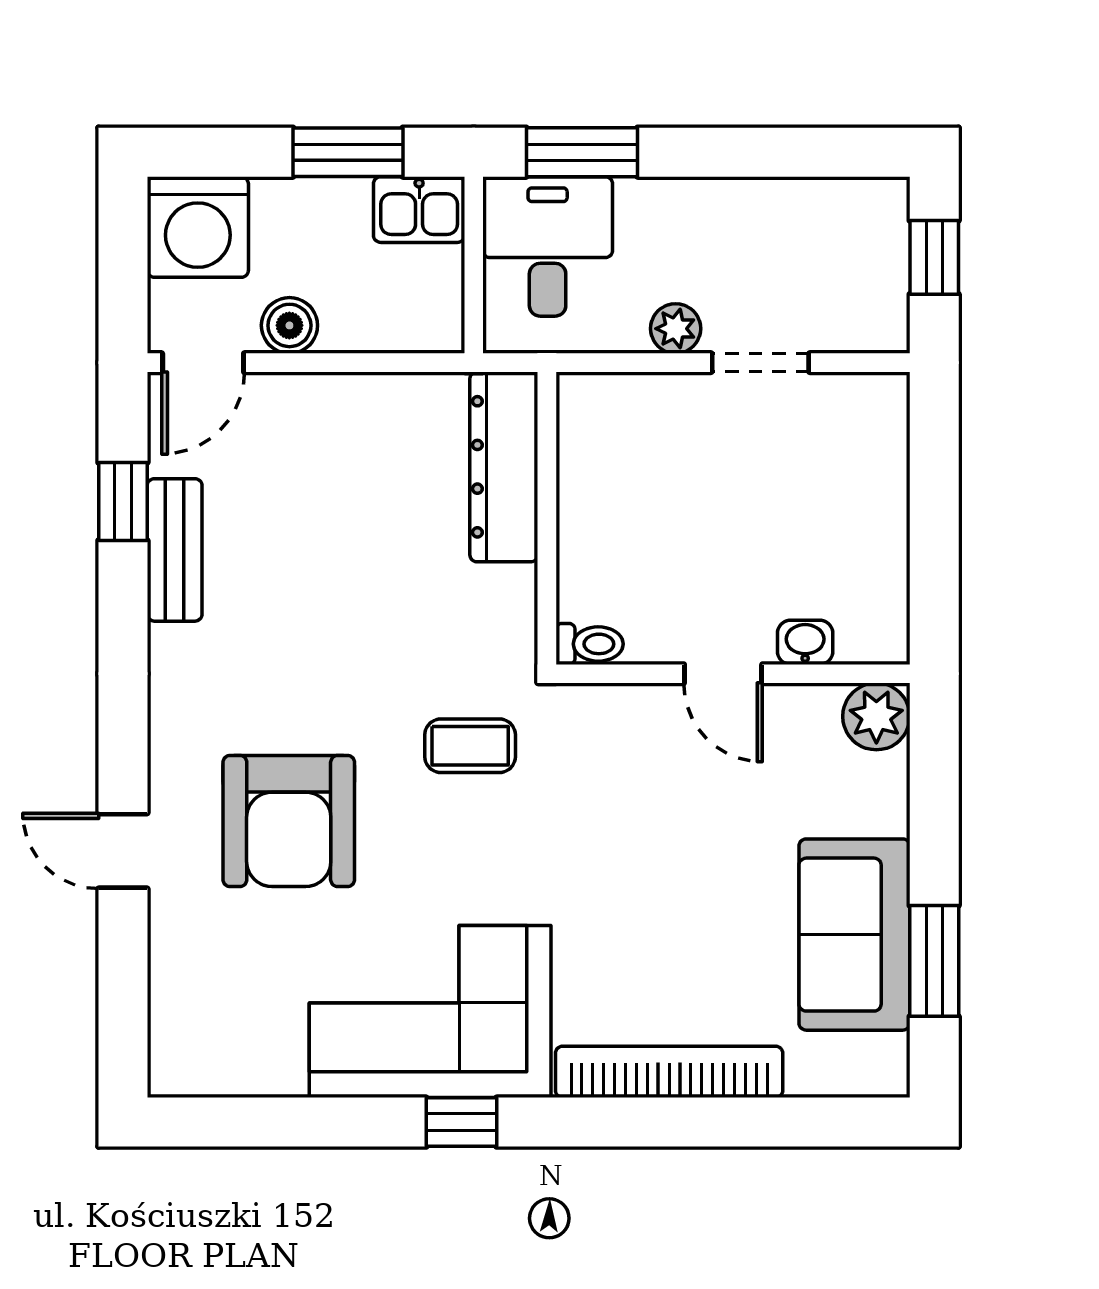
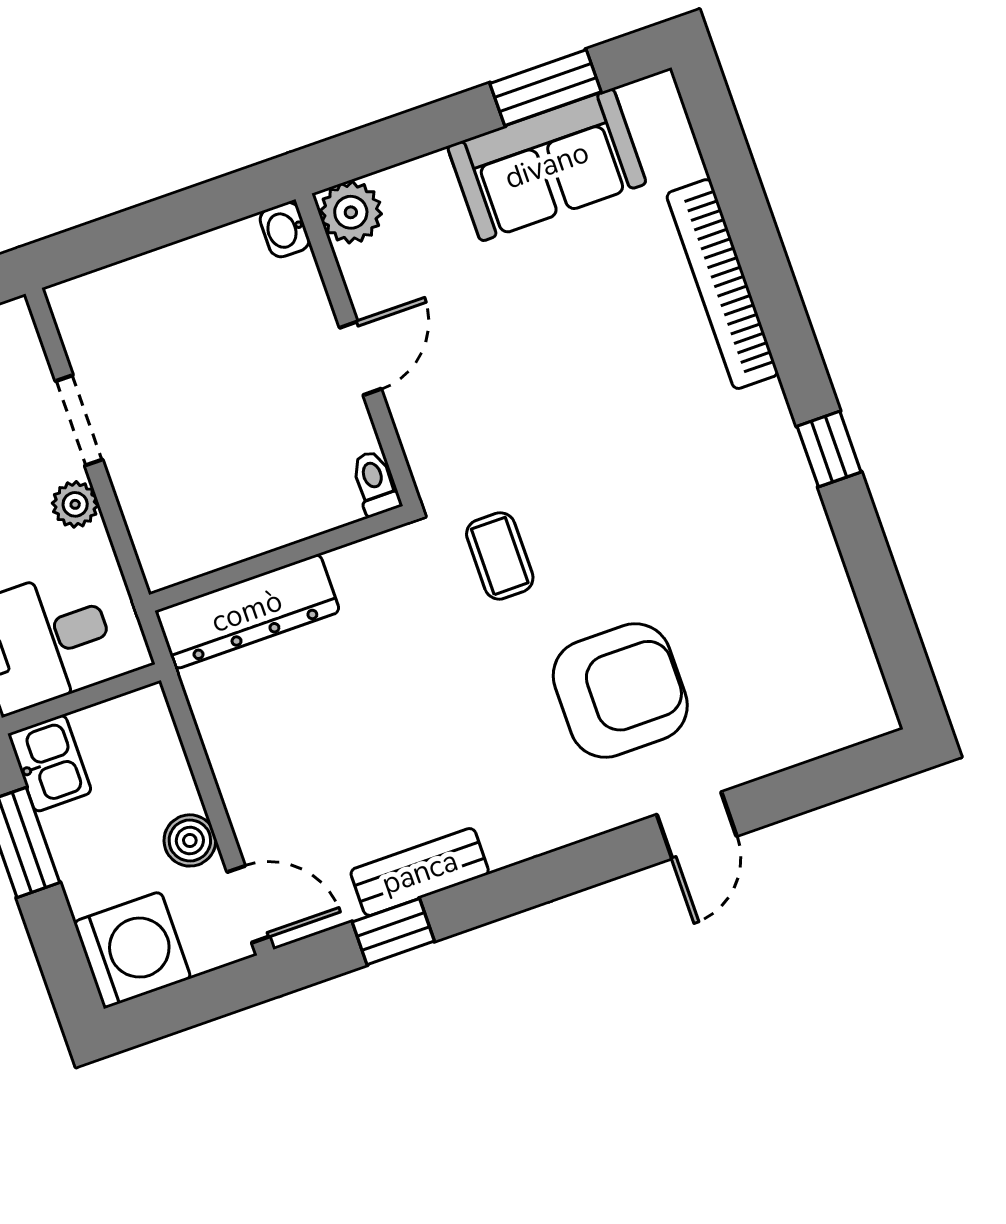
washbasin: (805, 642) -> (285, 230), moved
corner sofa: (430, 1012) -> (743, 510), removed

